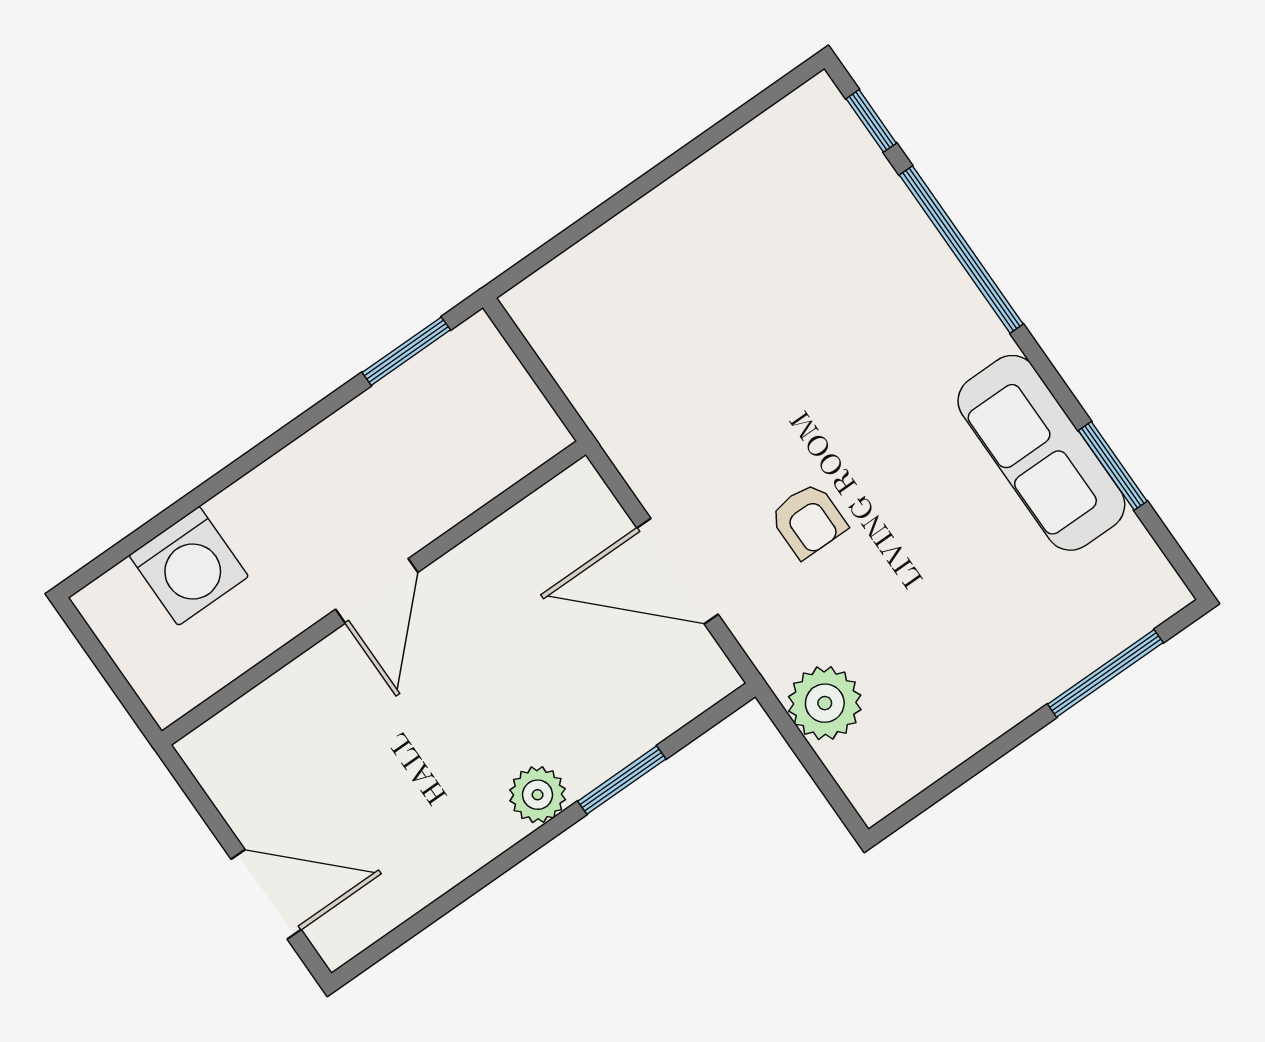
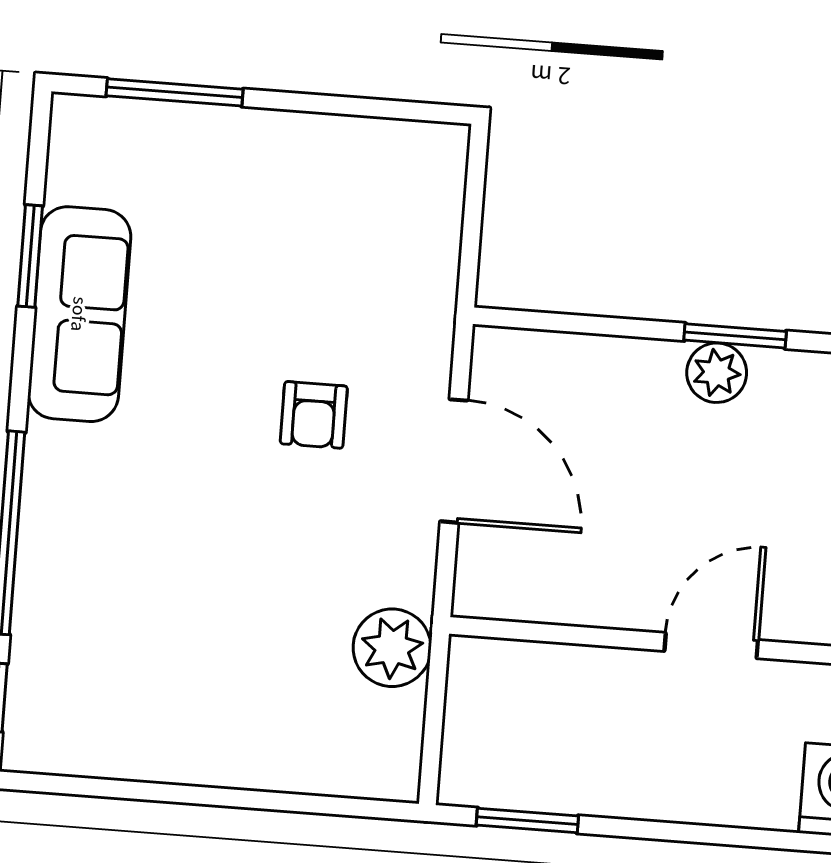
armchair: (808, 520) -> (314, 415), turned 180
plant: (825, 703) -> (392, 648), moved
window: (622, 780) -> (735, 336), moved

